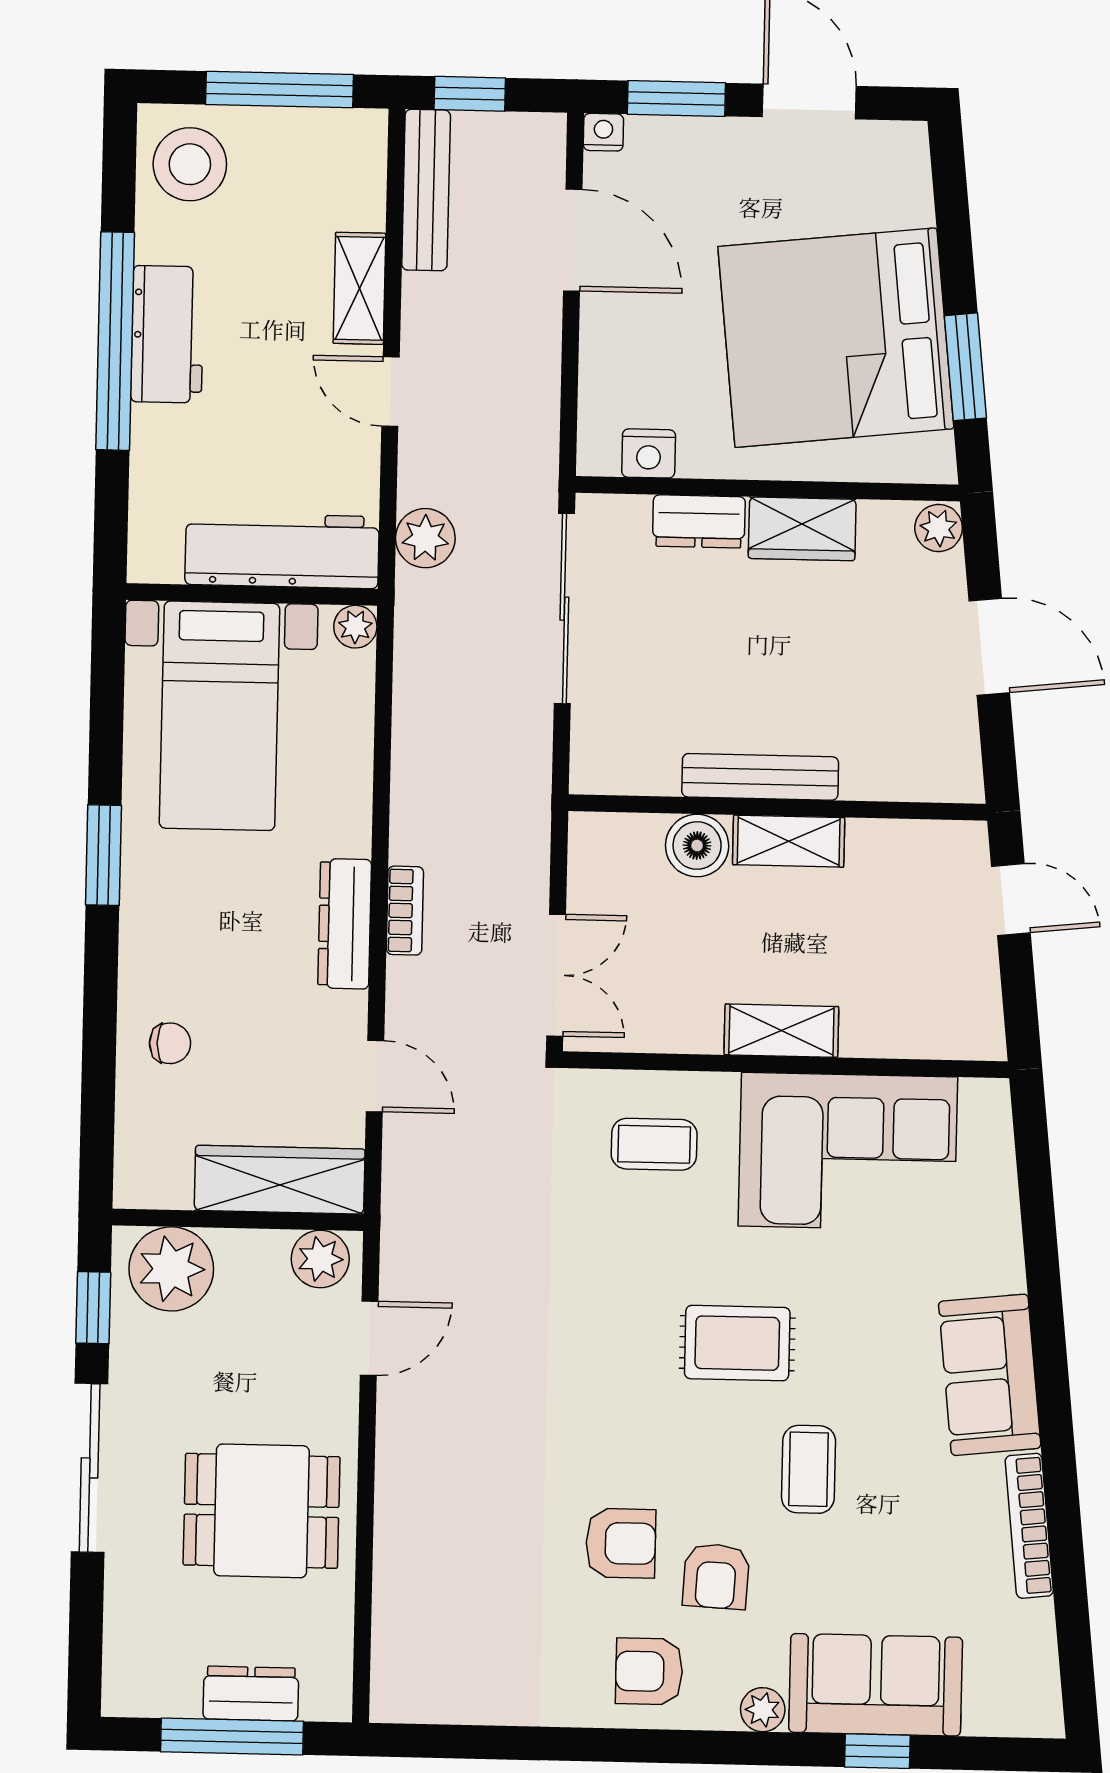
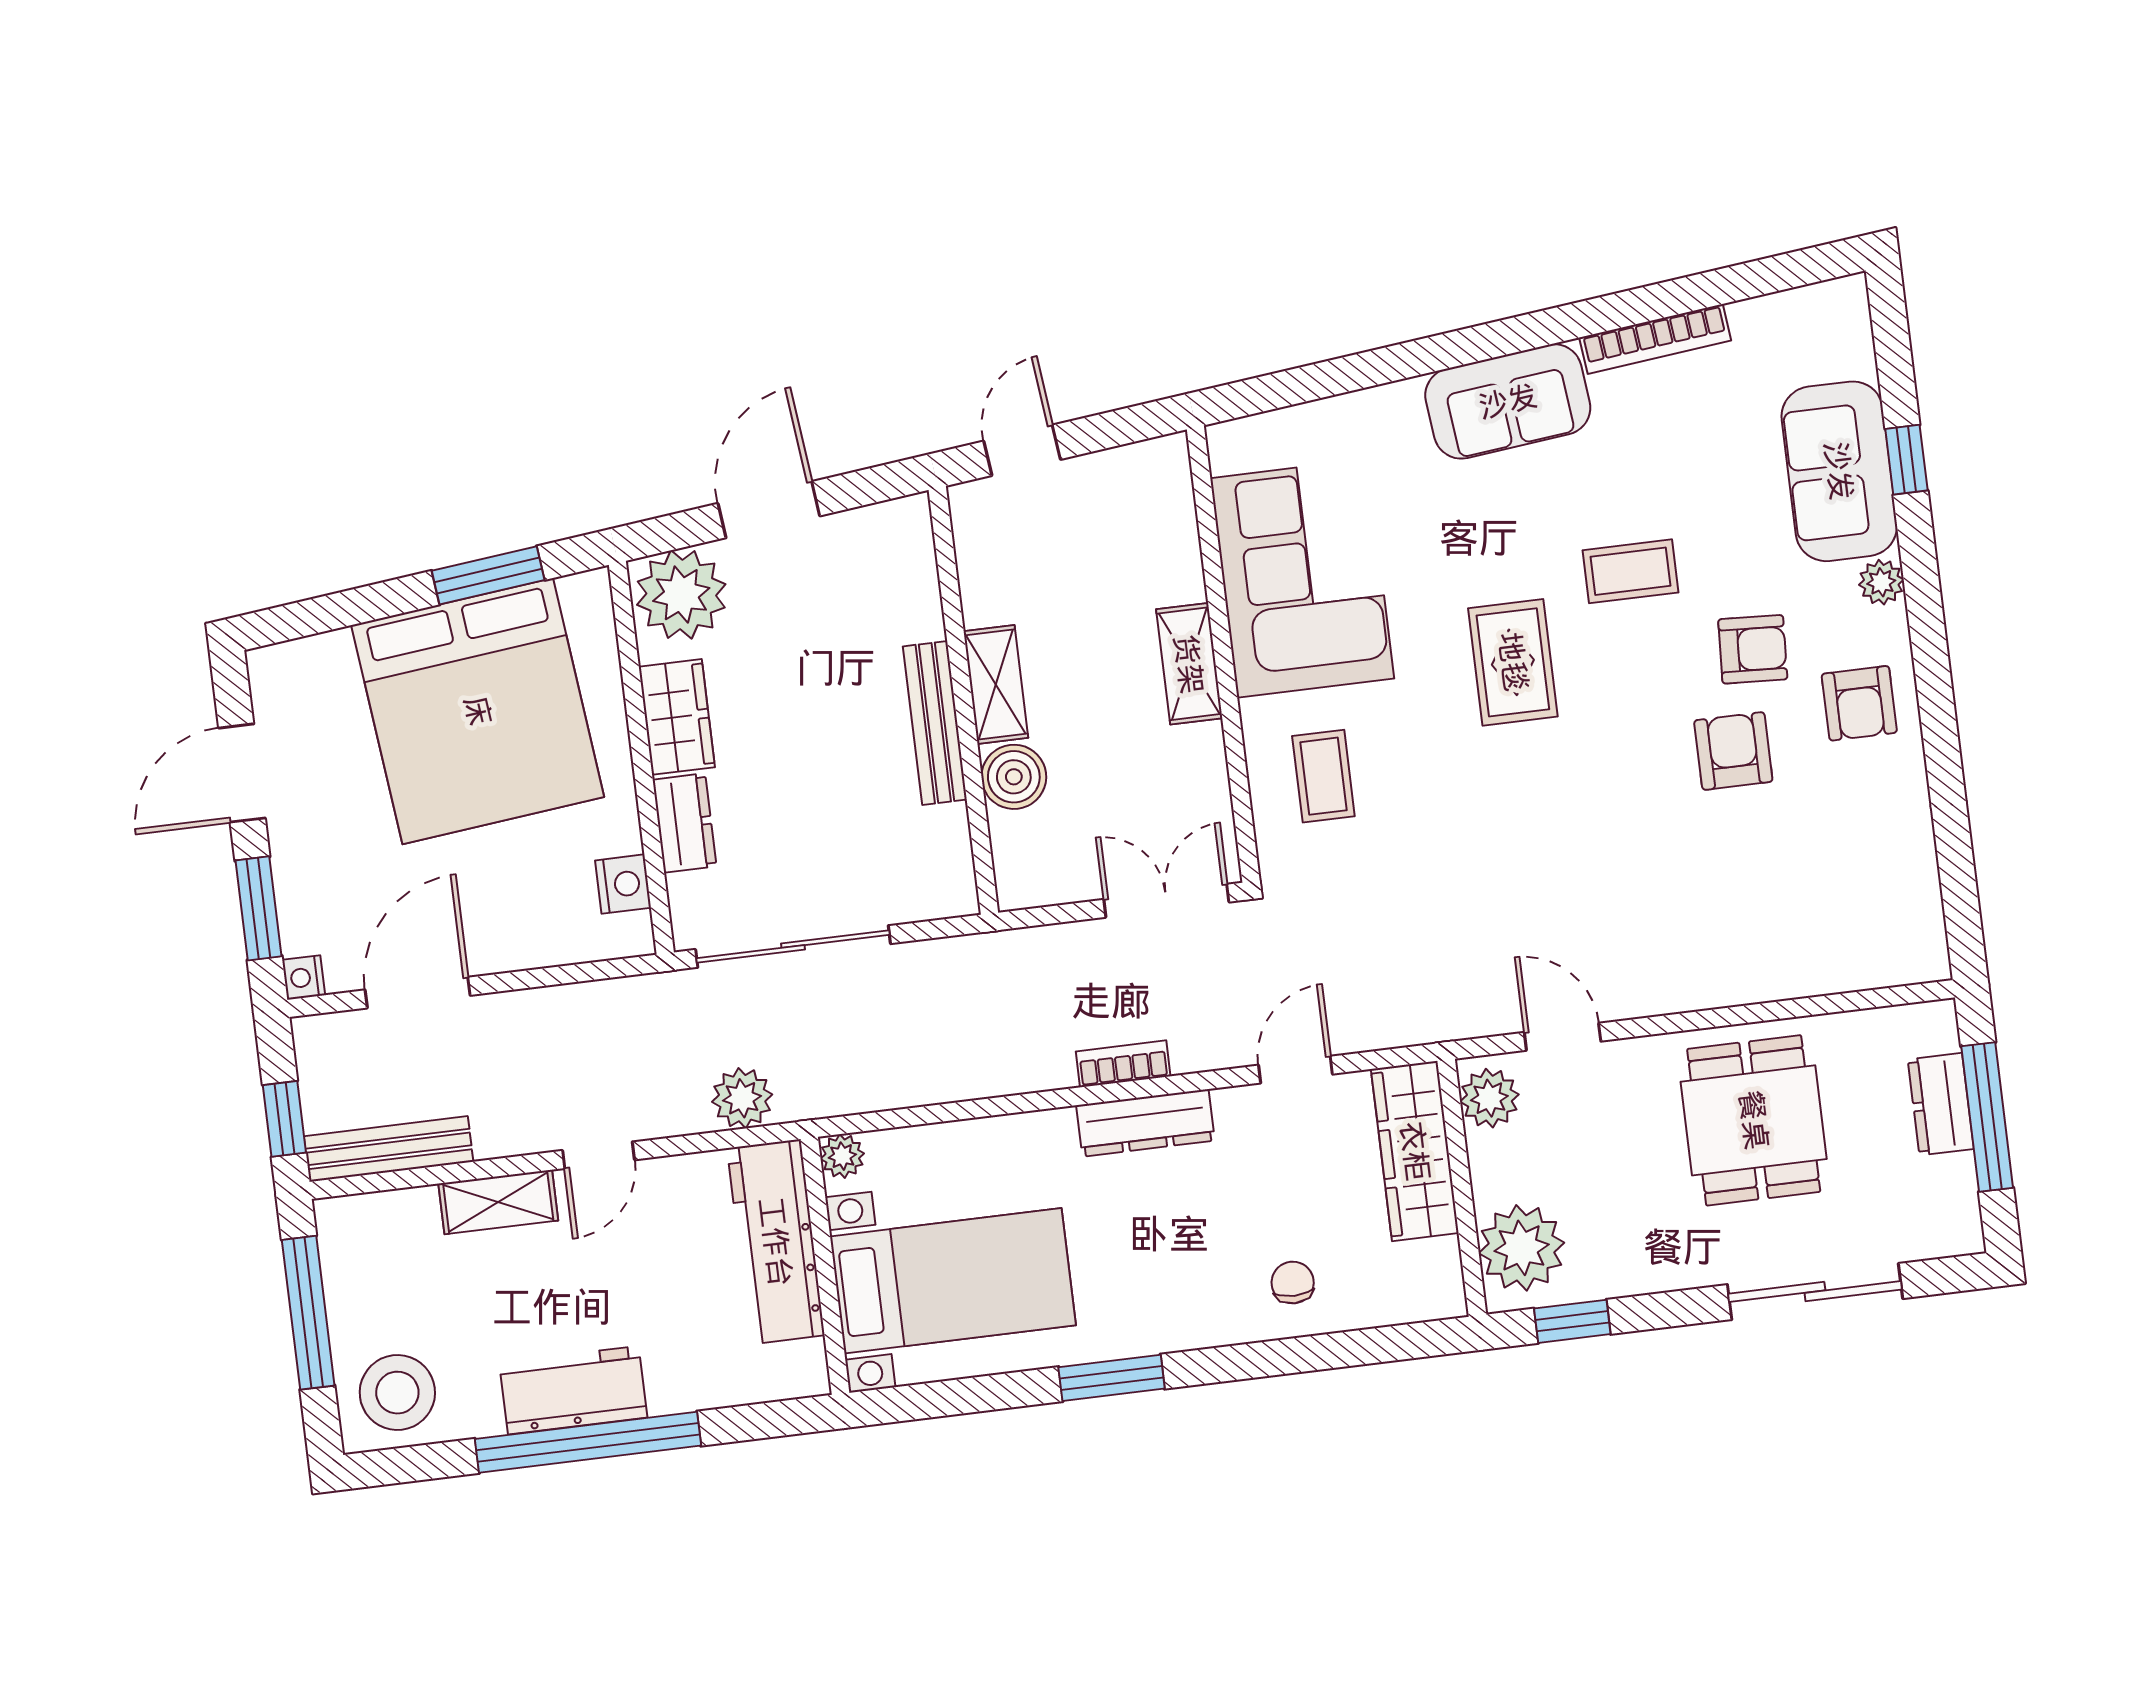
plant: (939, 528) -> (681, 595), width x1.87, depth x1.87
sliding door: (90, 1468) -> (1815, 1292), moved

